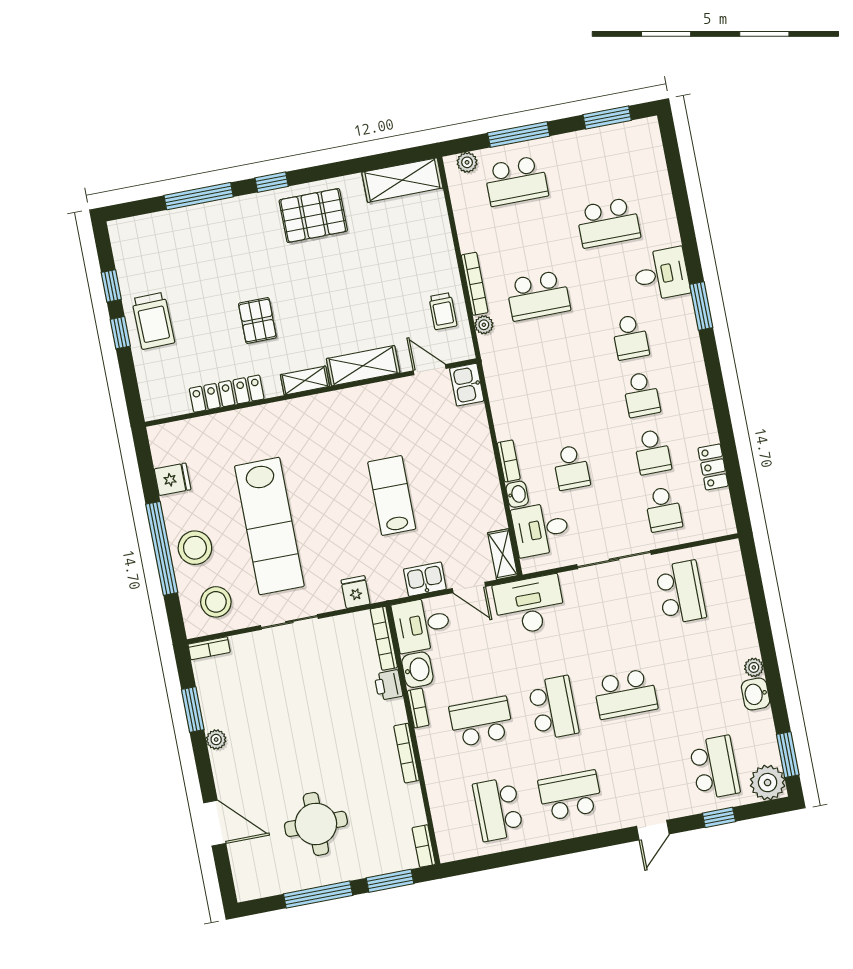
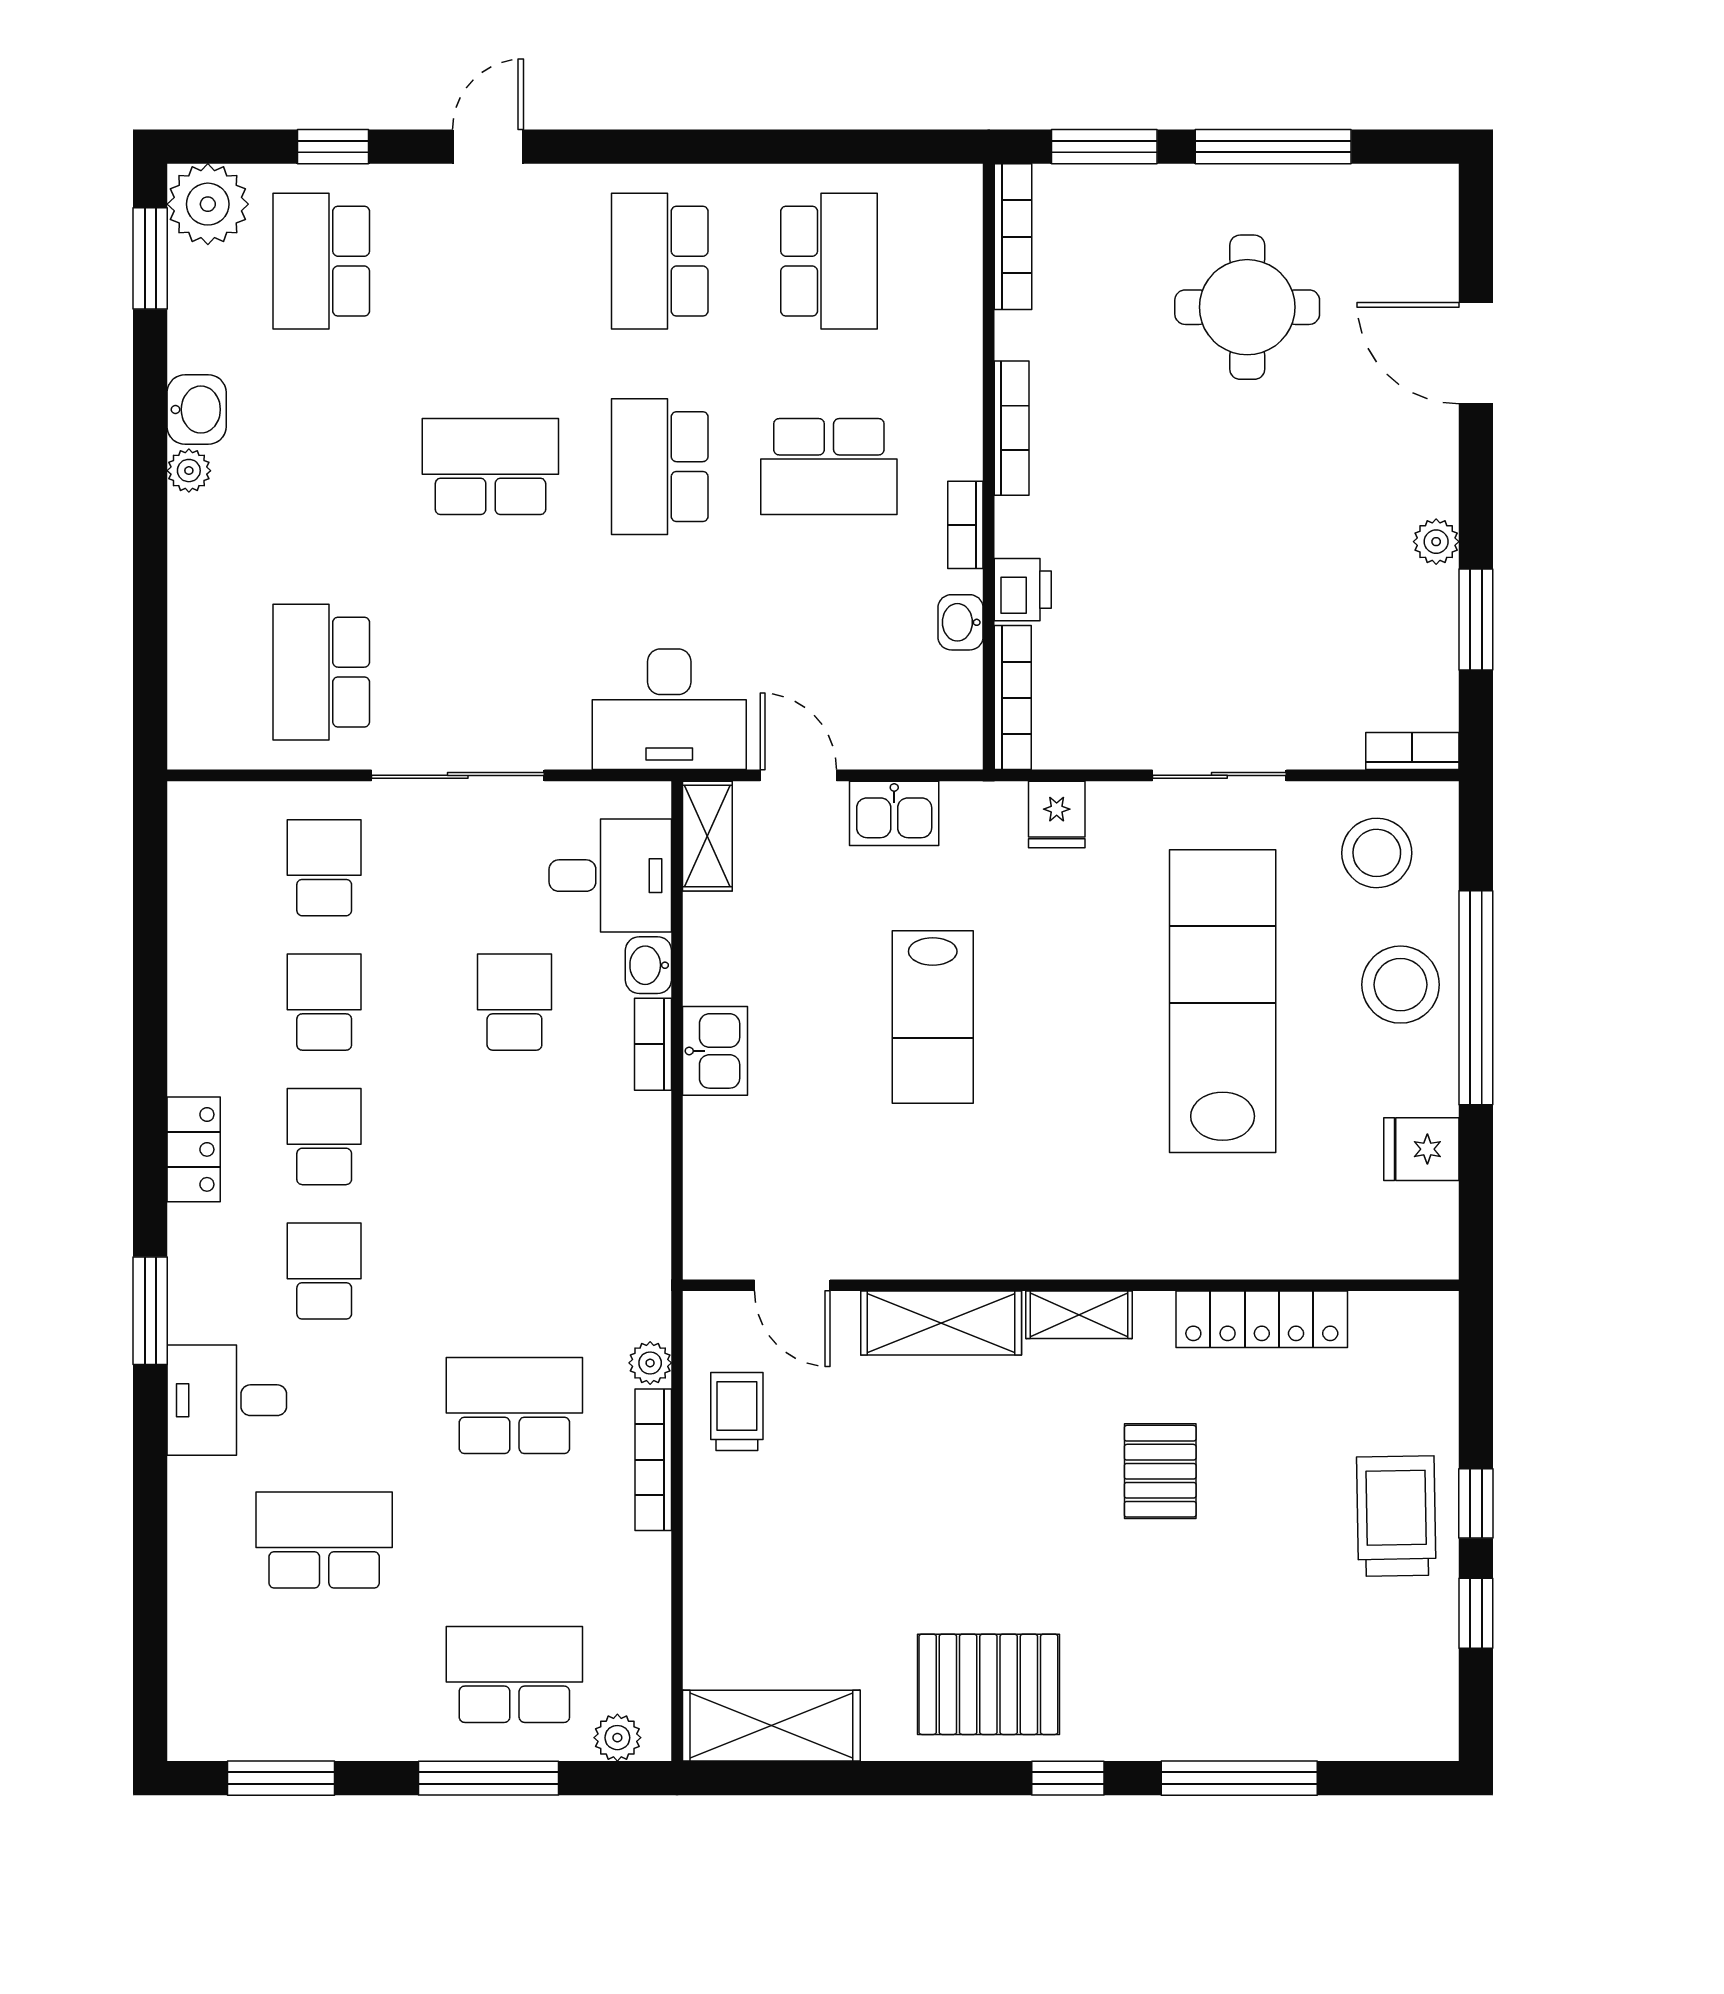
kitchen sink: (467, 385) -> (715, 1051), moved
locker: (713, 467) -> (194, 1149), moved
desk: (422, 624) -> (921, 712), removed
washbasin: (417, 670) -> (961, 622), width x0.72, depth x0.69
school desk: (570, 795) -> (660, 261), turned 90
bookcase: (424, 846) -> (1013, 237), width x1.56

